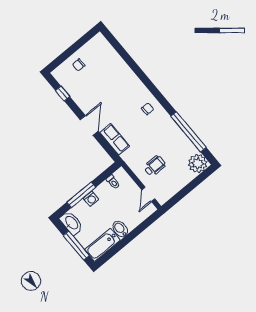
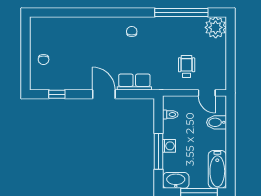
bidet: (120, 229) -> (216, 122), moved

